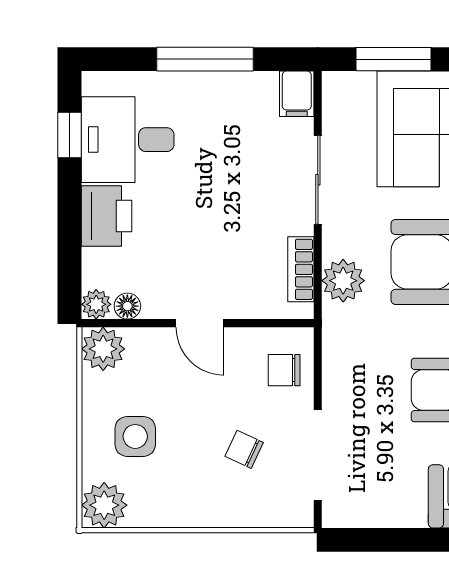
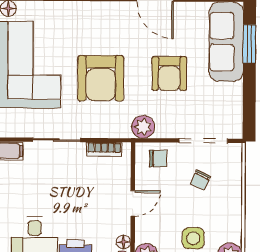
plant: (343, 281) -> (143, 127), moved
chair: (284, 370) -> (158, 158), turned -90

